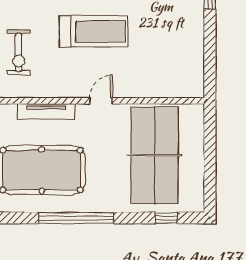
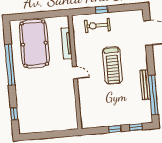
window: (210, 37) -> (115, 129), added
table tennis table: (155, 155) -> (48, 104), removed

